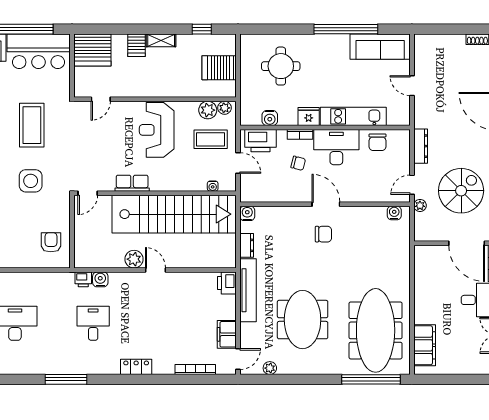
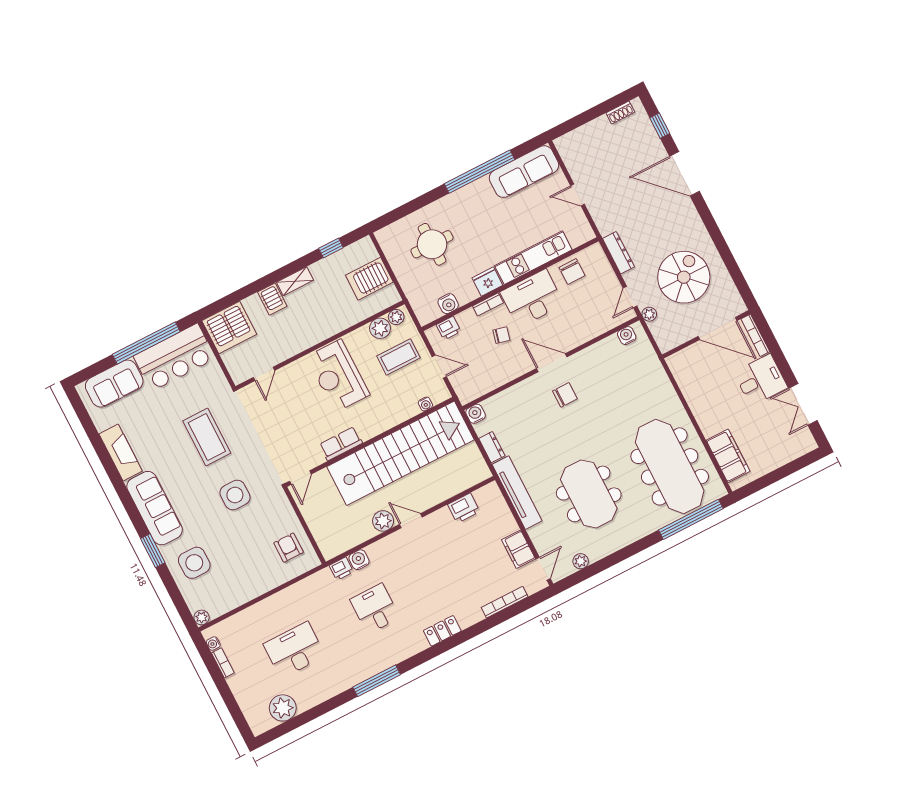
printer: (260, 141) -> (449, 328), width x0.53, depth x0.68
printer: (227, 283) -> (464, 508), moved, turned -90

